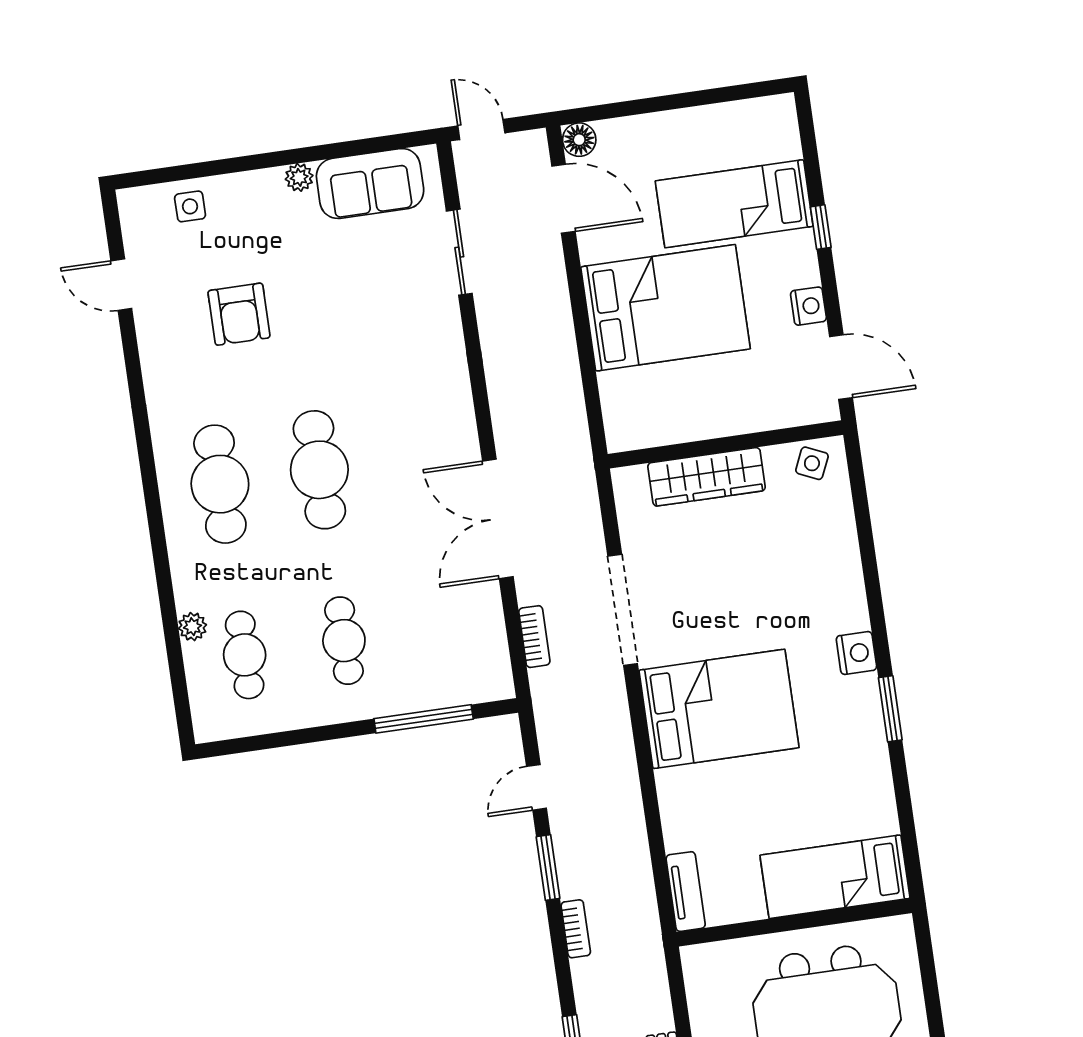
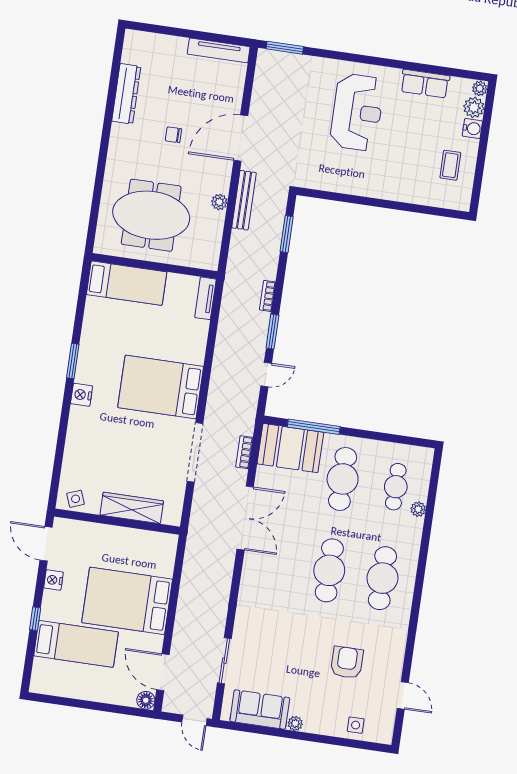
side table: (812, 463) -> (76, 499), turned 45
cafe table: (344, 641) -> (343, 479), width x1.37, depth x1.35
booth: (454, 668) -> (290, 448), added

